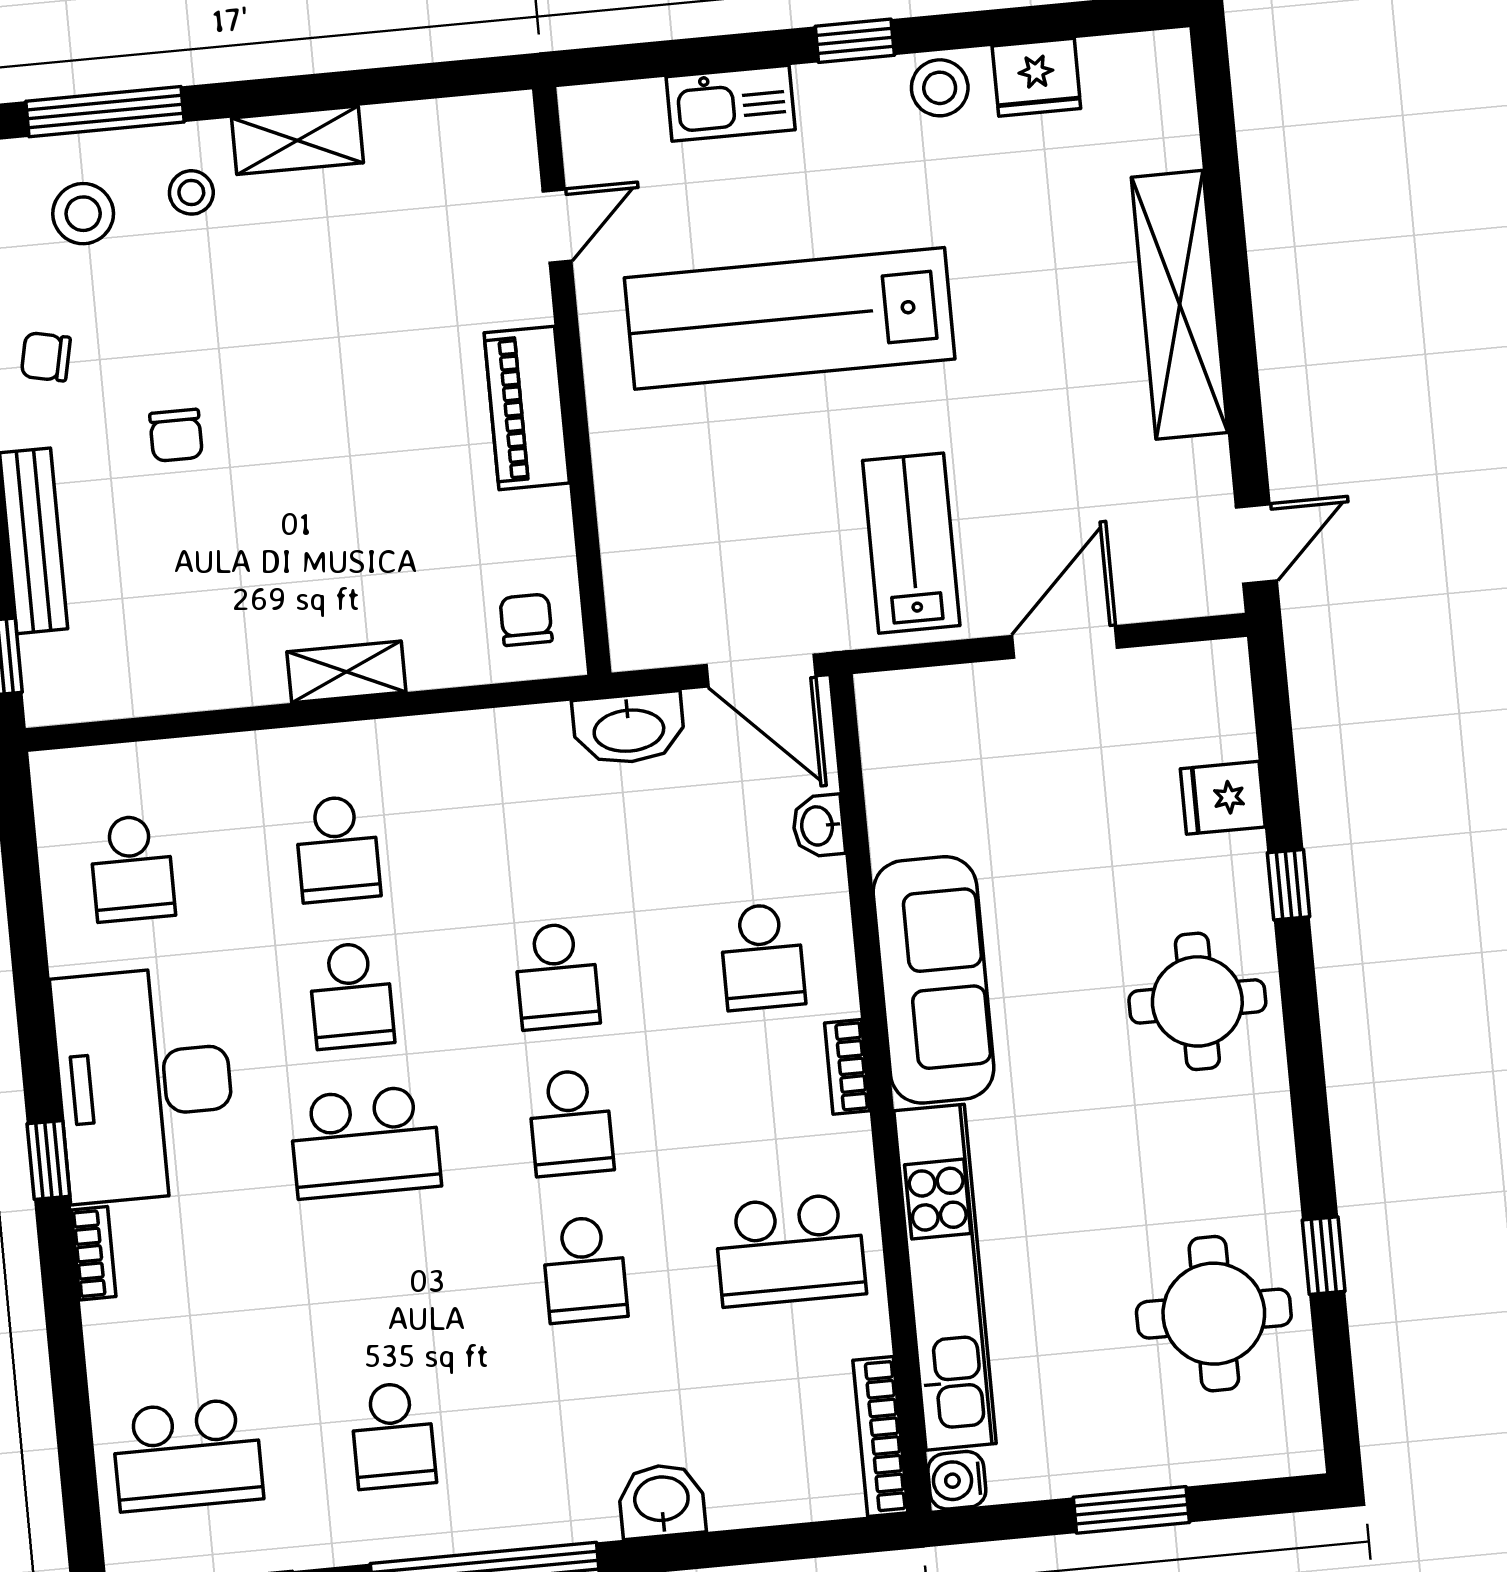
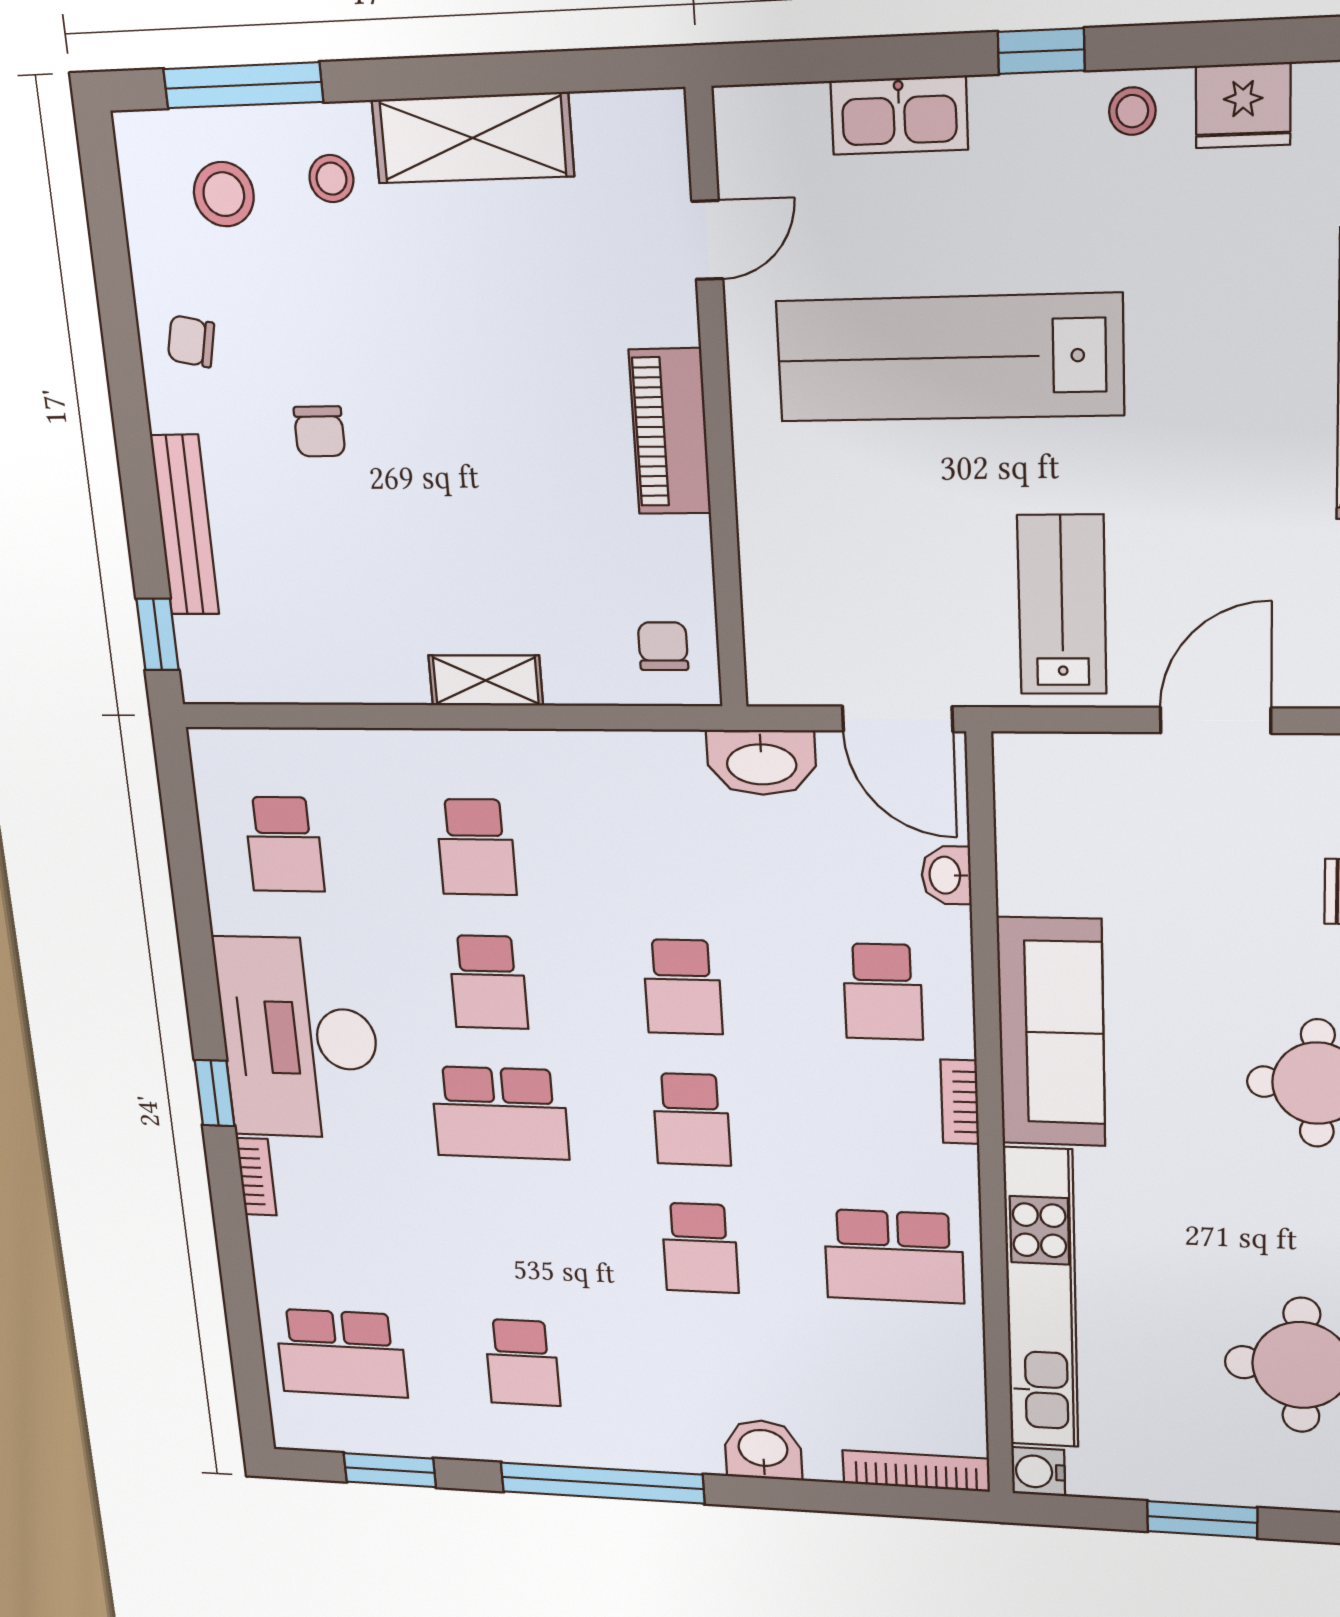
stool: (940, 88) -> (1132, 111), width x0.73, depth x0.73
shelving: (298, 140) -> (473, 138), width x1.50, depth x1.33
bookcase: (880, 1437) -> (916, 1471), moved, turned 90

